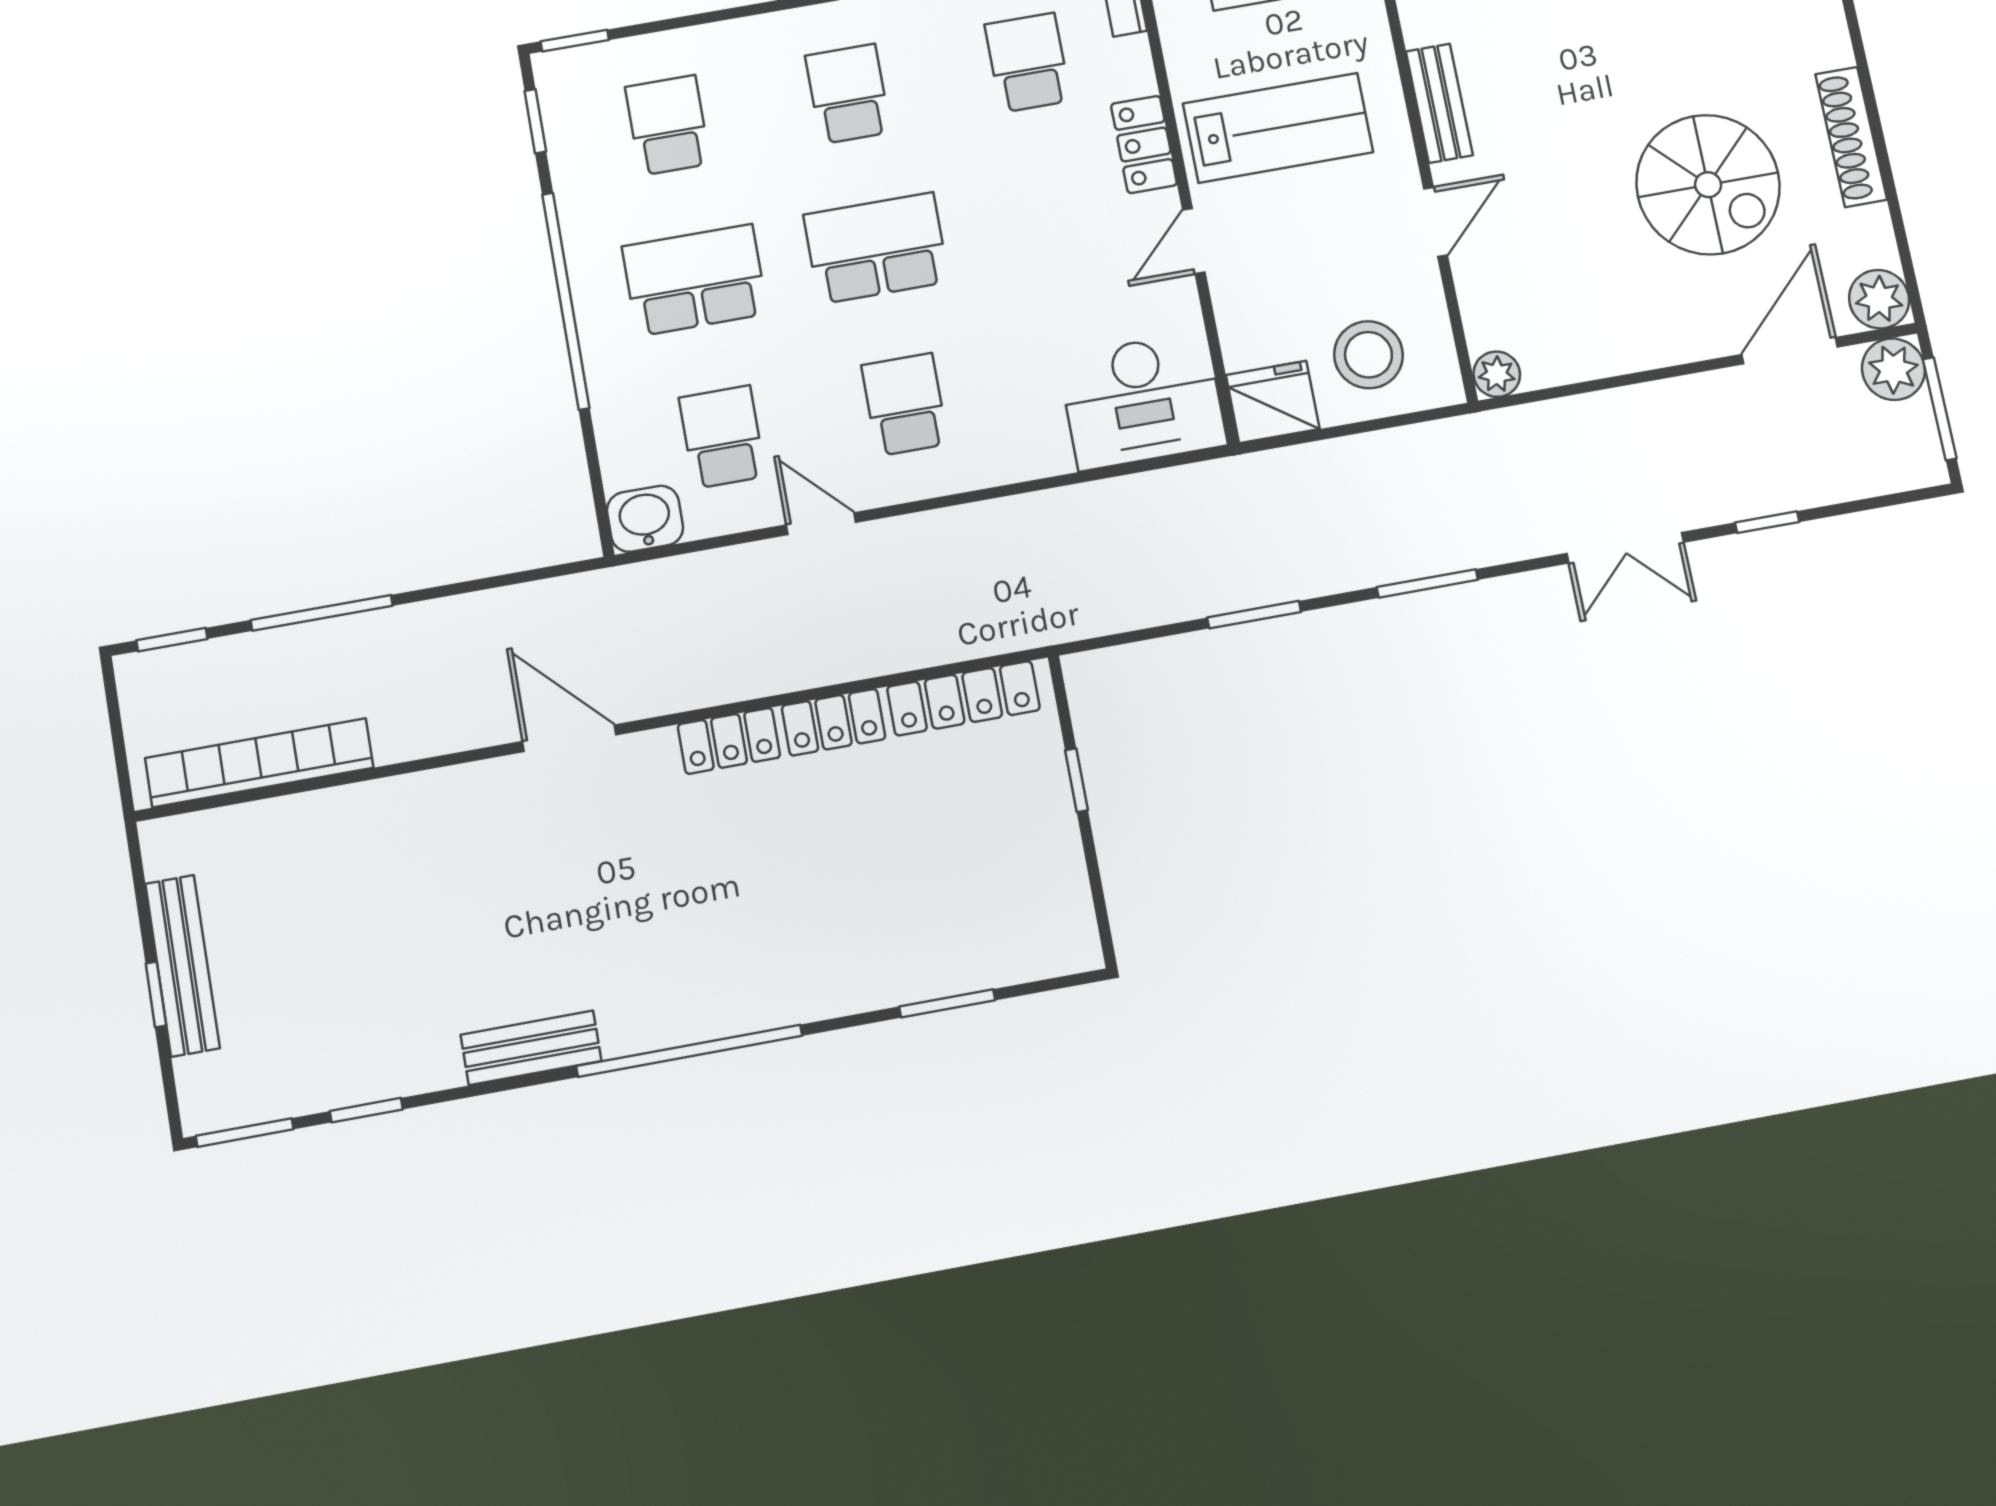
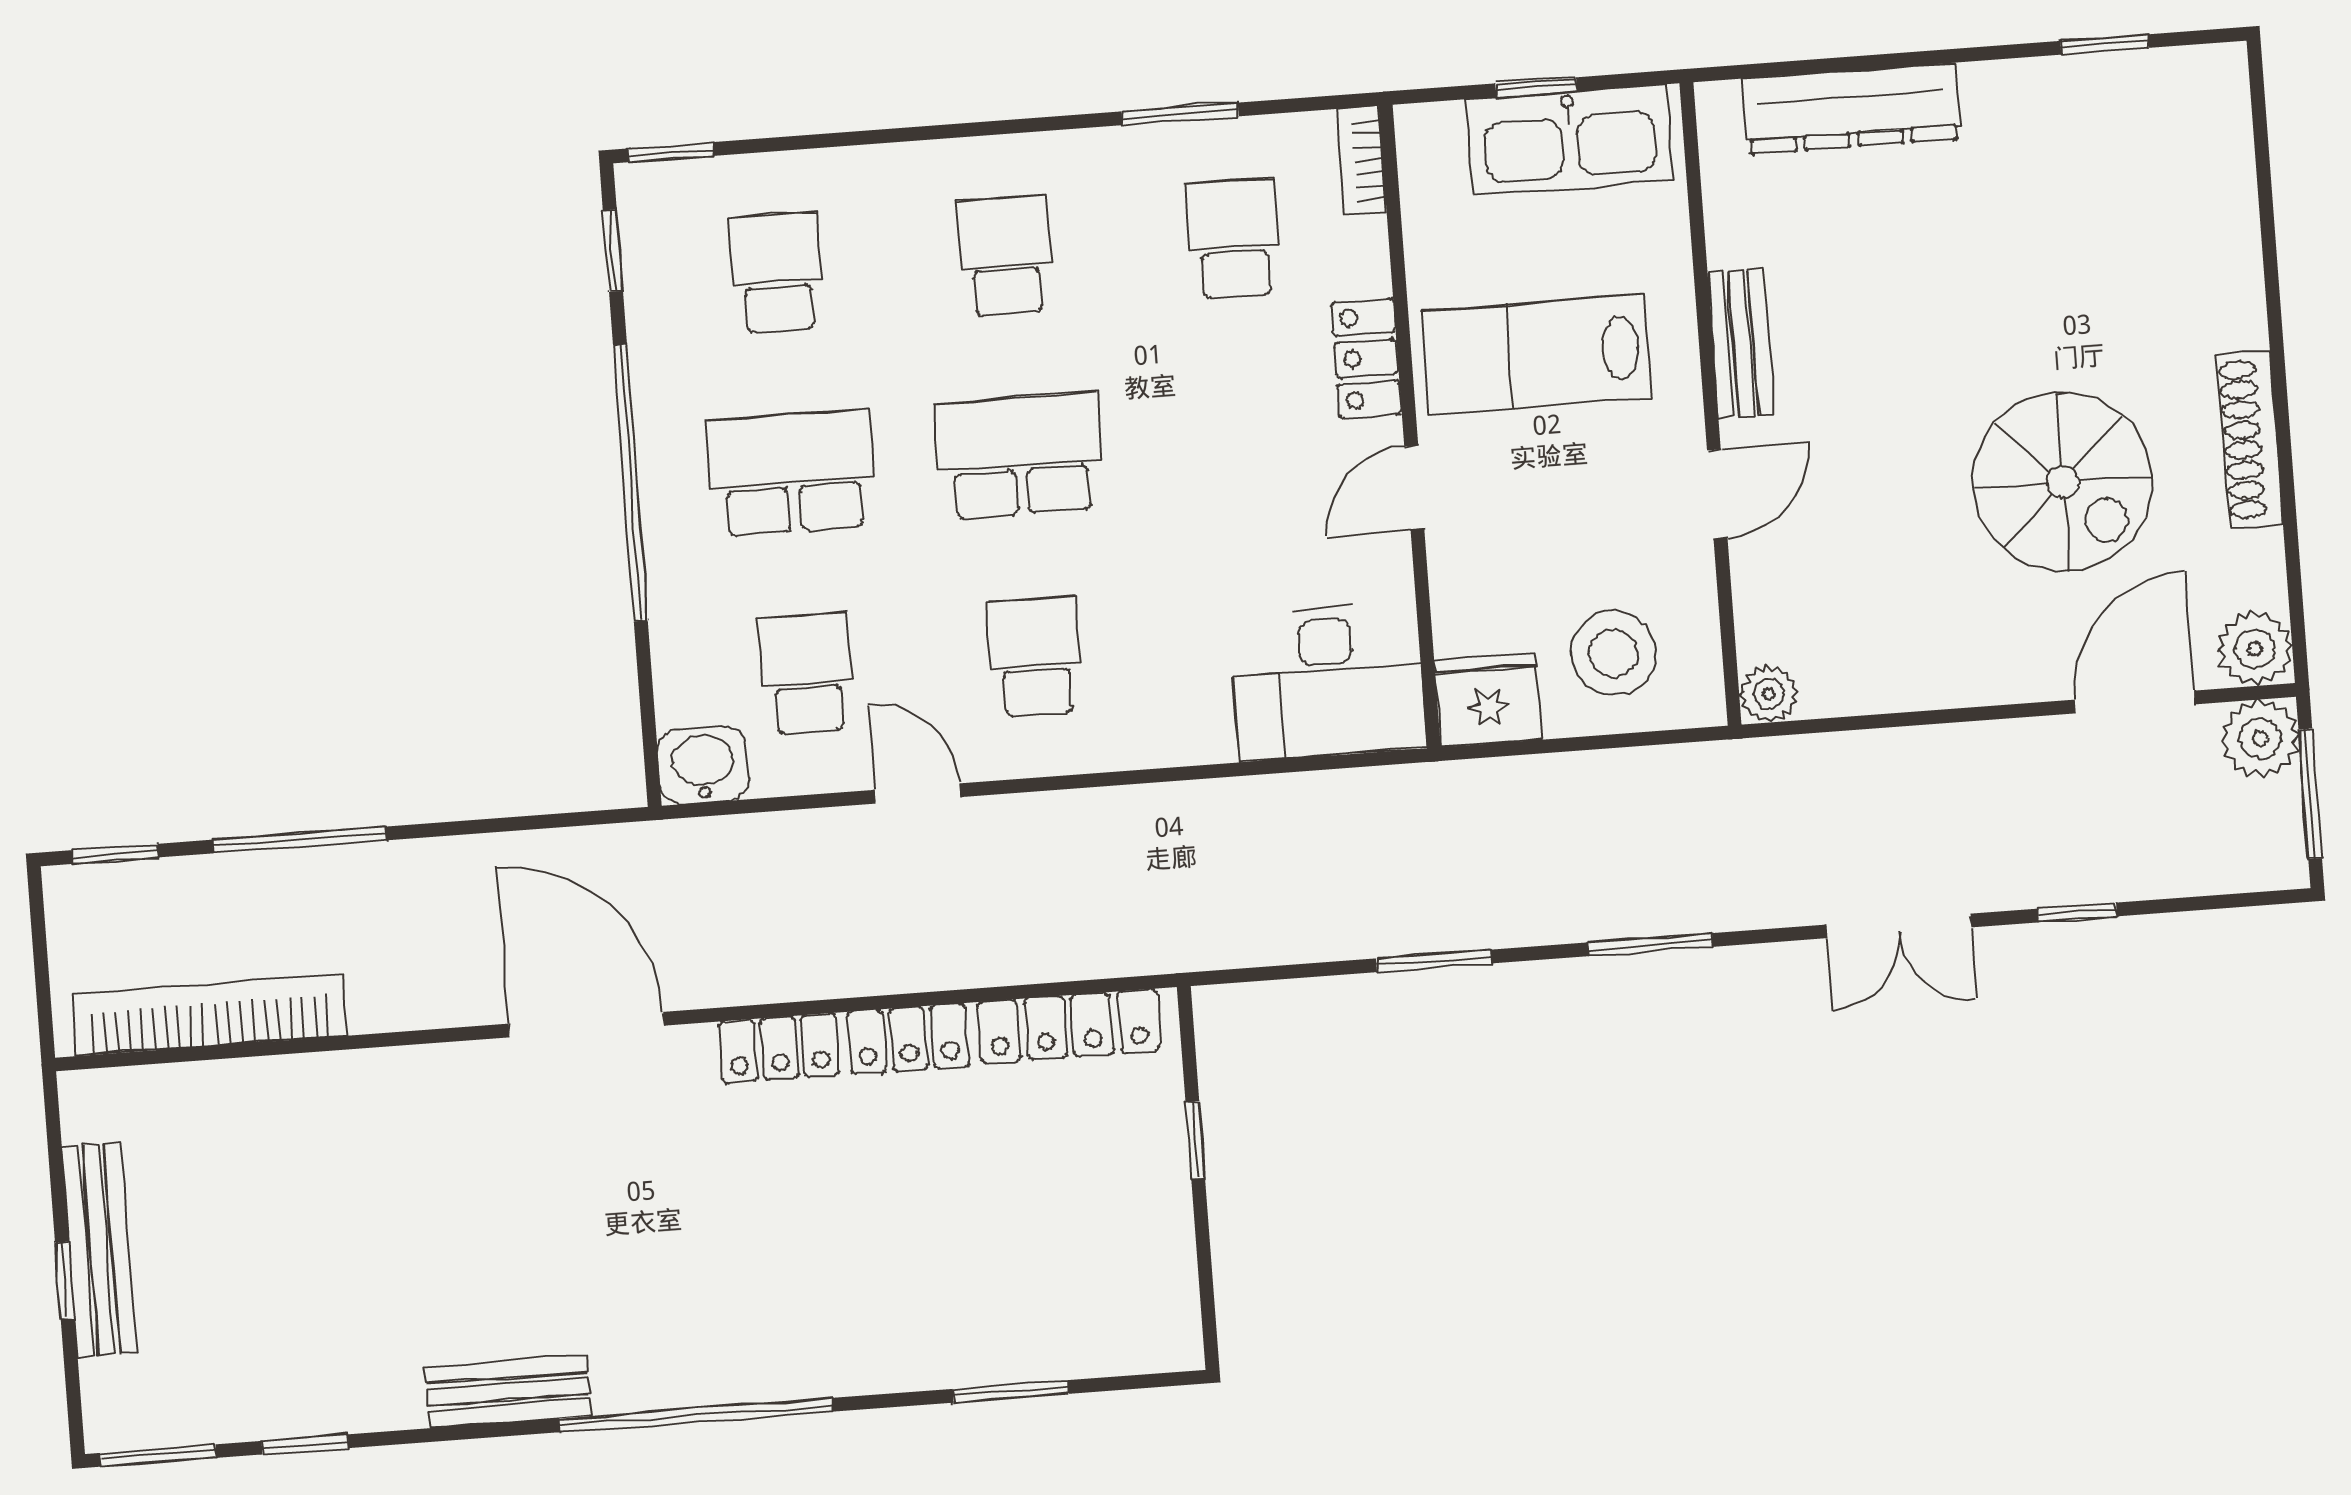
lab bench: (1278, 128) -> (1536, 354), turned 180
door: (569, 738) -> (586, 1025), width x1.36

